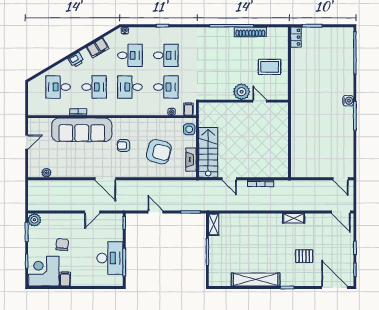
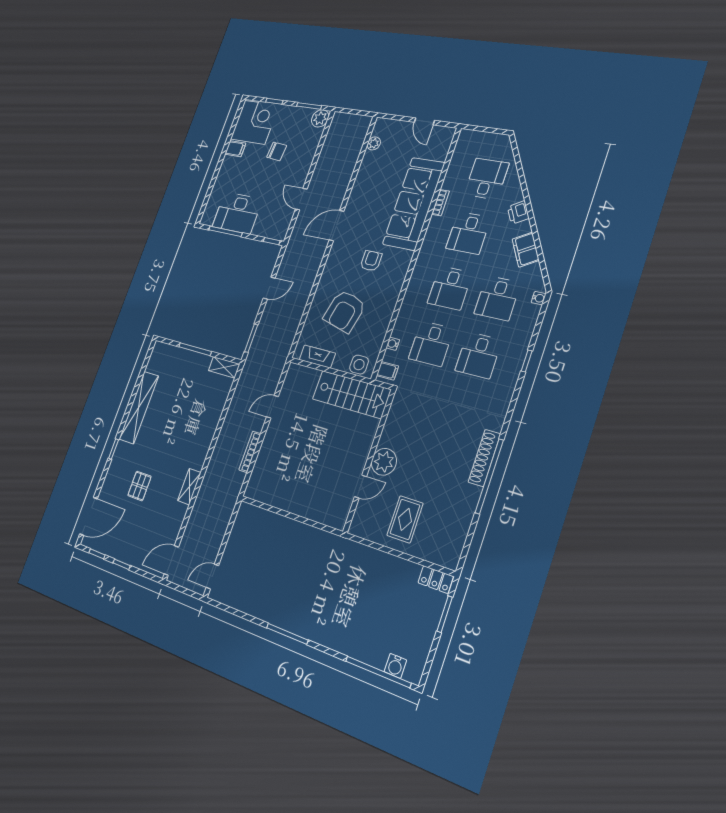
shoe rack: (250, 32) -> (484, 458), moved
desk: (130, 87) -> (450, 288), turned 180
water cooler: (348, 101) -> (395, 666), moved
stairs: (208, 152) -> (351, 394), moved

